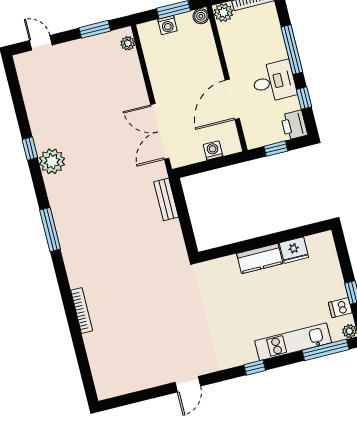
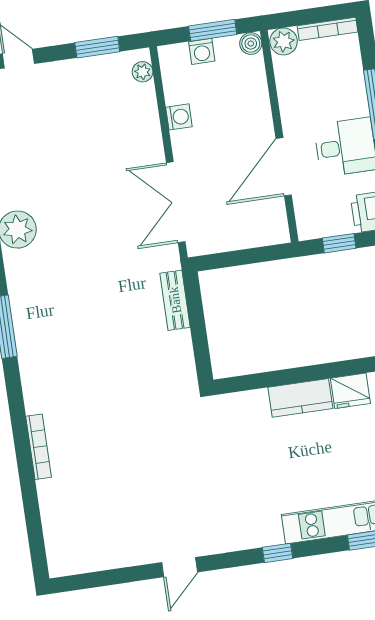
washing machine: (213, 150) -> (179, 117), moved, turned 90

